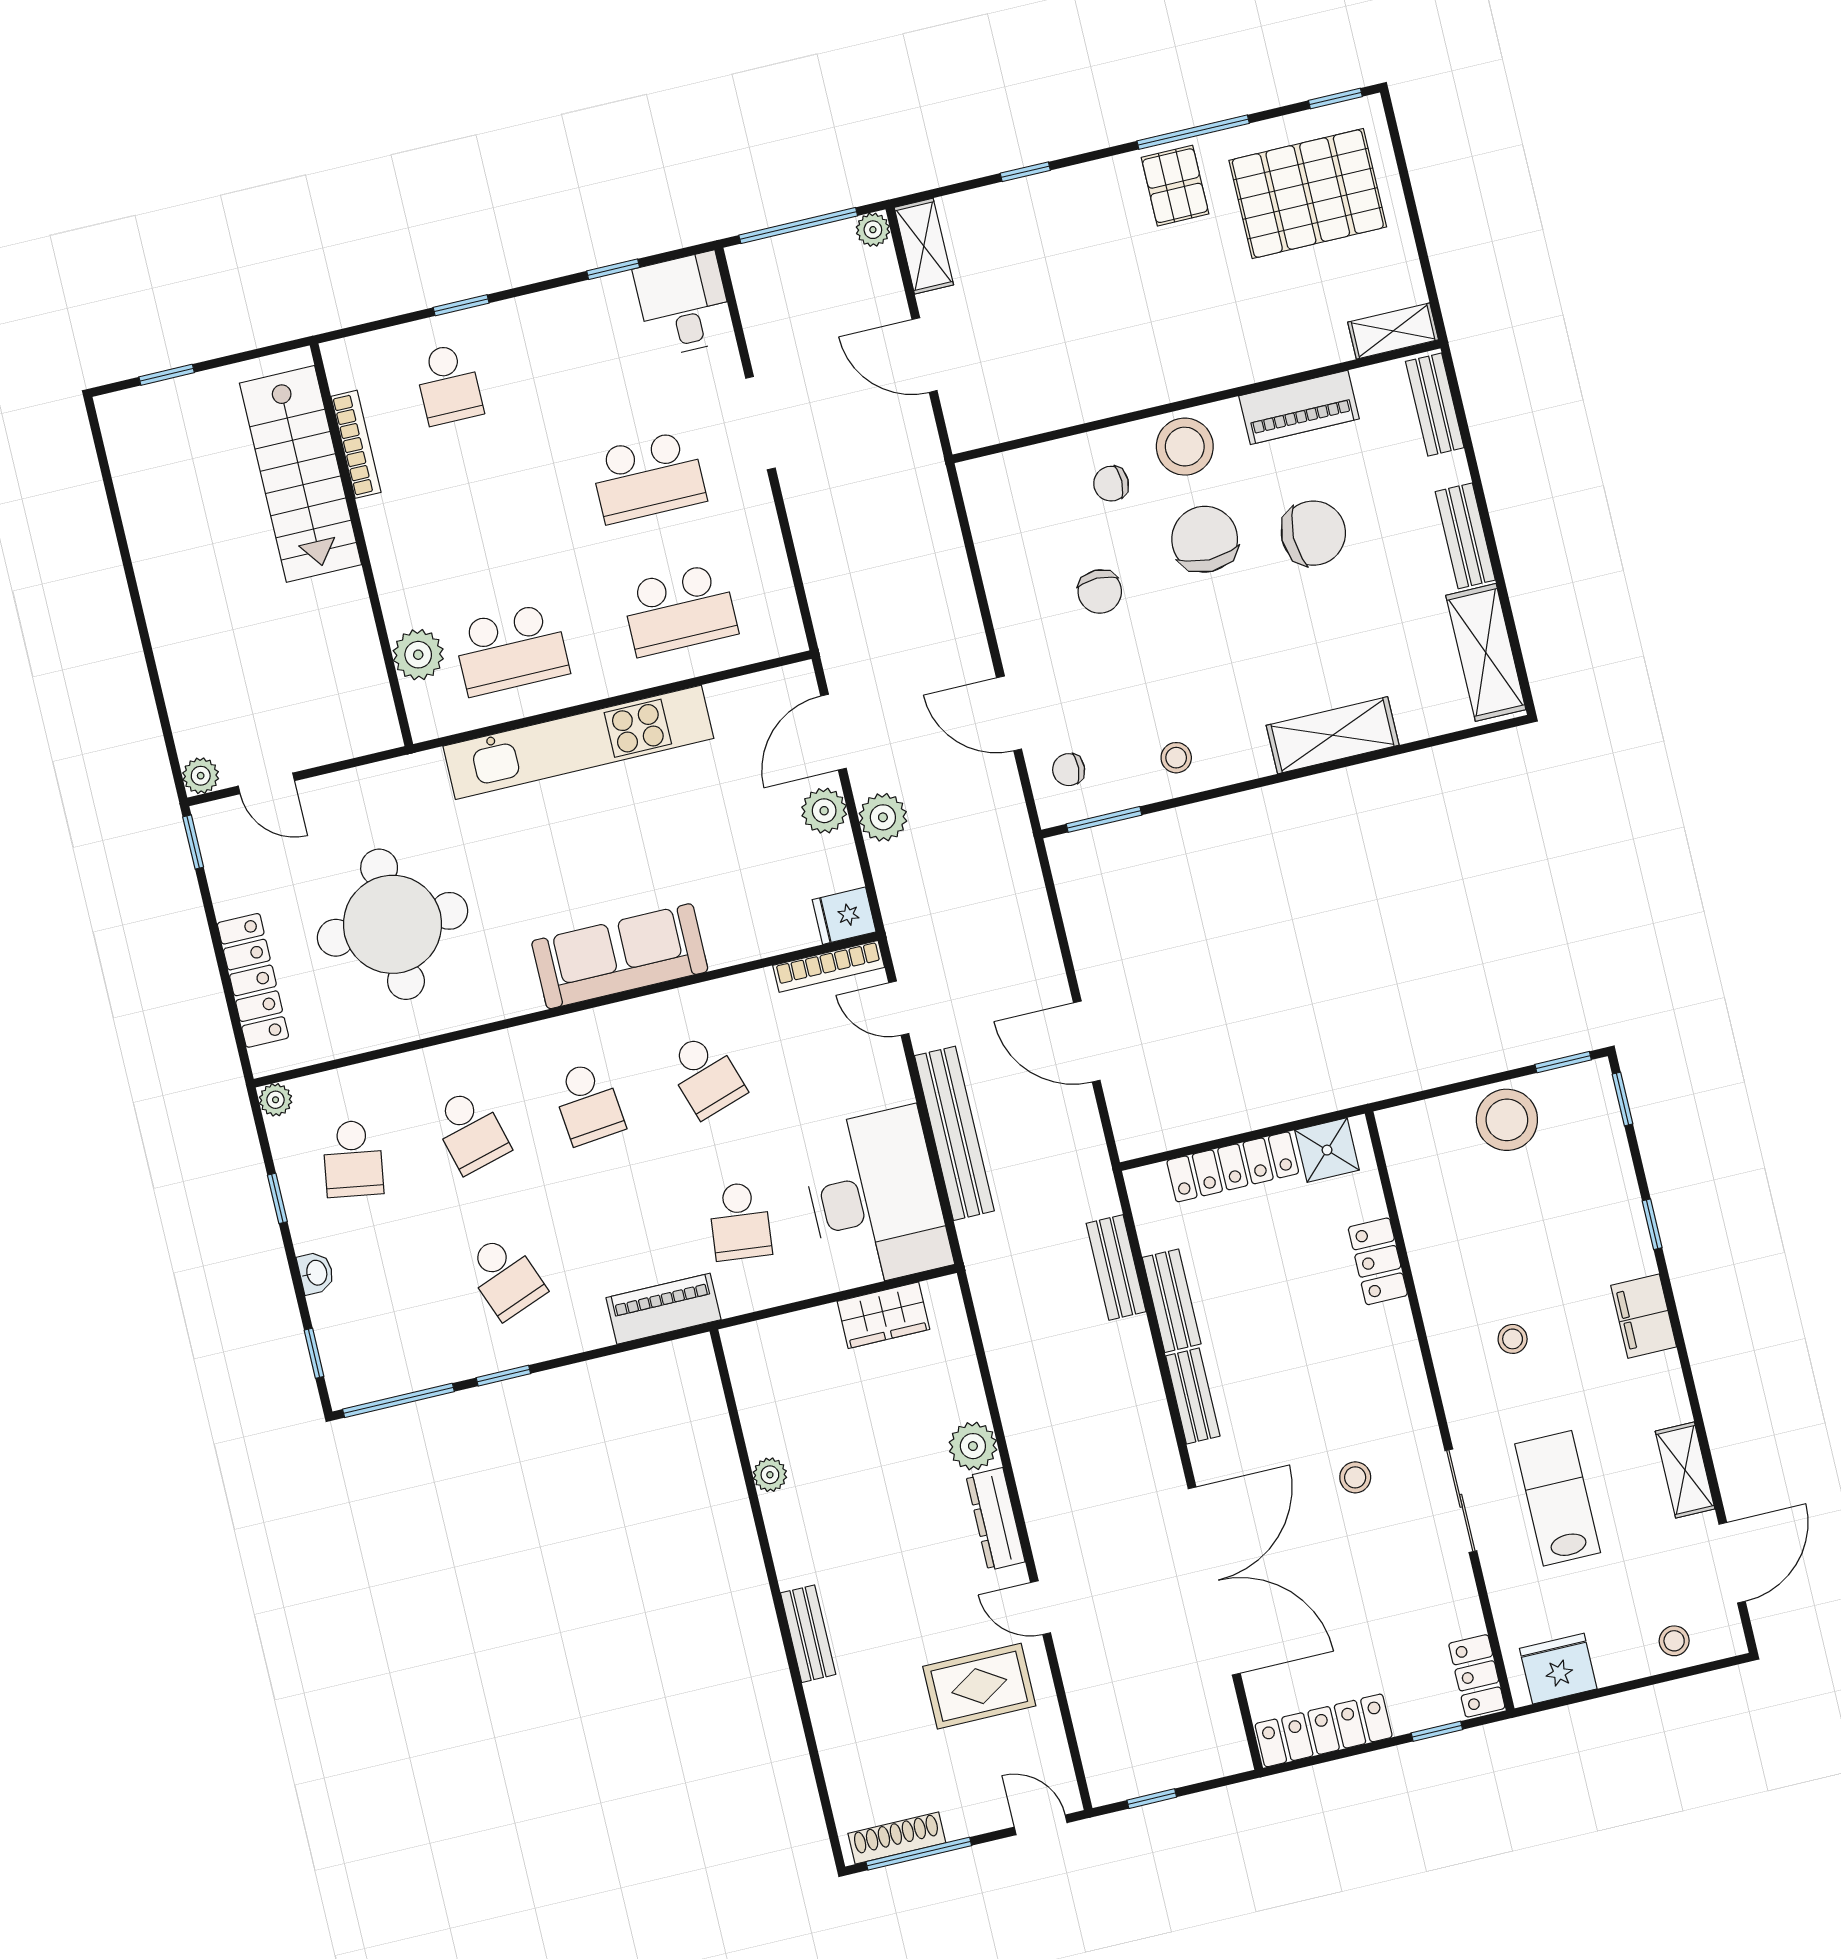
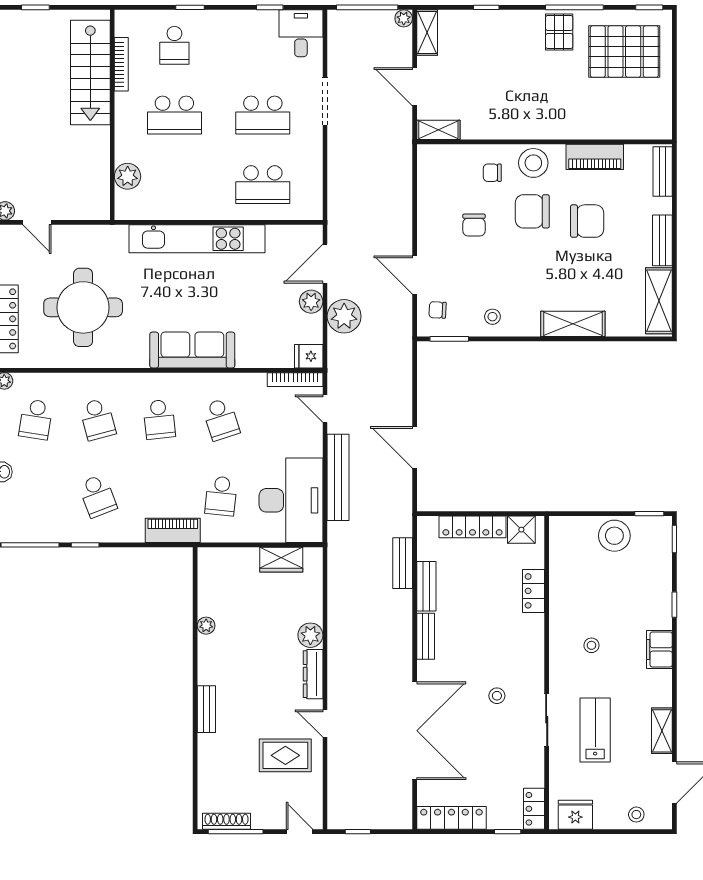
shelving: (1393, 331) -> (438, 130), moved
chair: (1205, 539) -> (532, 211), turned -90
school desk: (511, 650) -> (174, 115), moved
plant: (883, 817) -> (344, 316), width x1.36, depth x1.36

